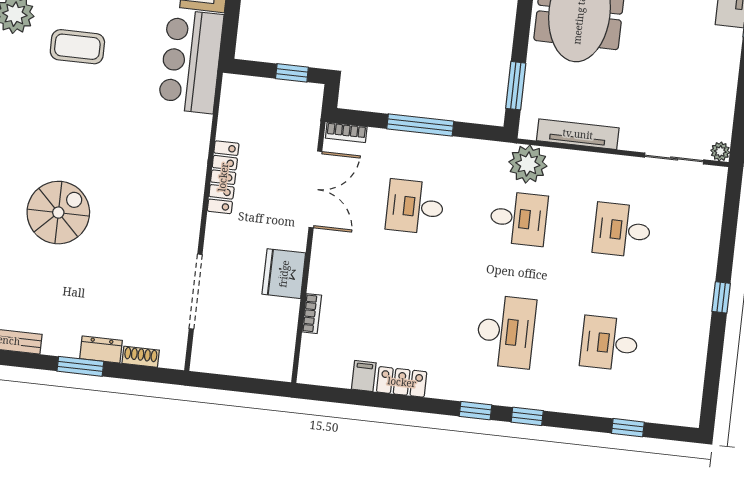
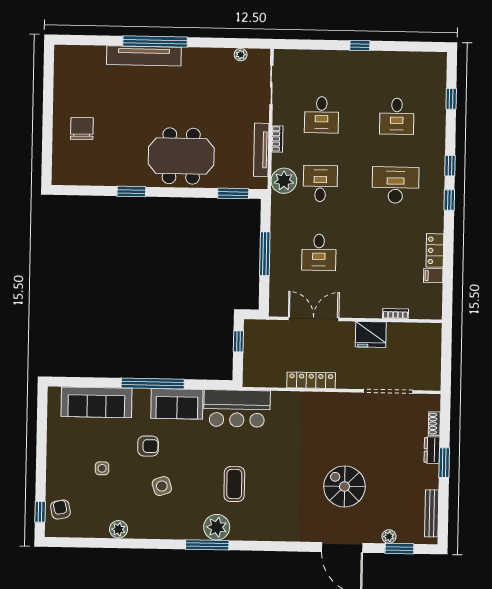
bookcase: (346, 132) -> (277, 139), moved
plant: (720, 151) -> (241, 55), moved

